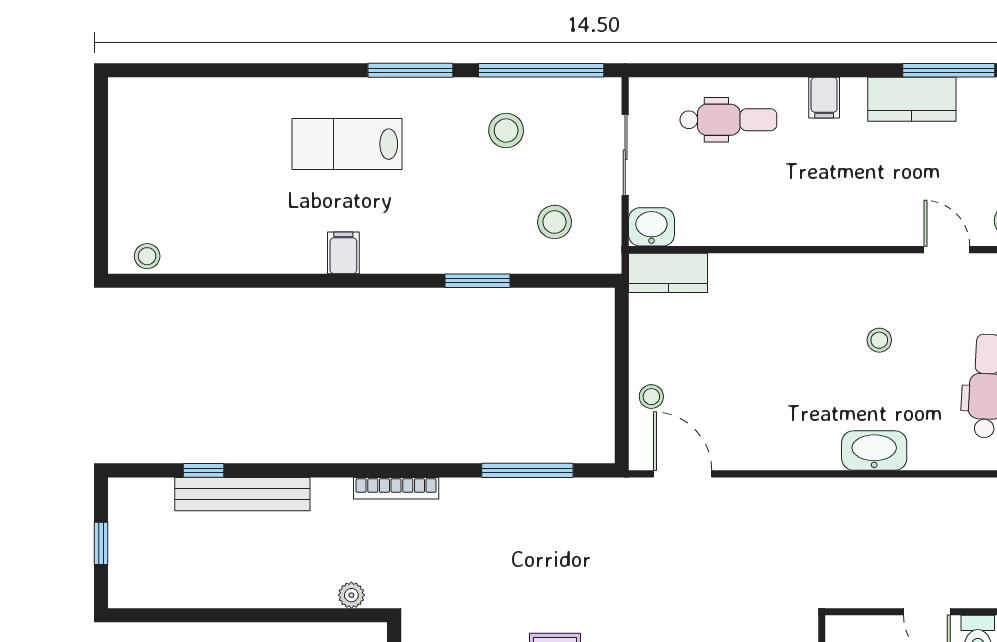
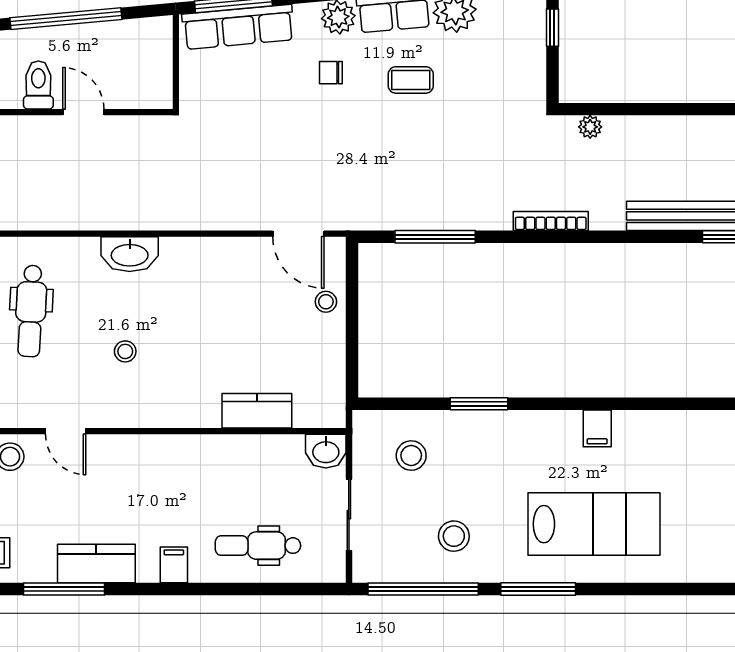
lab bench: (347, 144) -> (594, 524), width x1.36, depth x1.39
kitchen counter: (668, 273) -> (257, 411), moved

